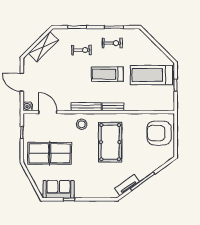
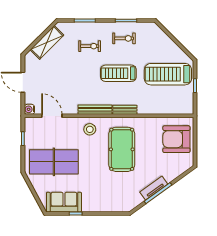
tv unit: (127, 185) -> (154, 188), moved

